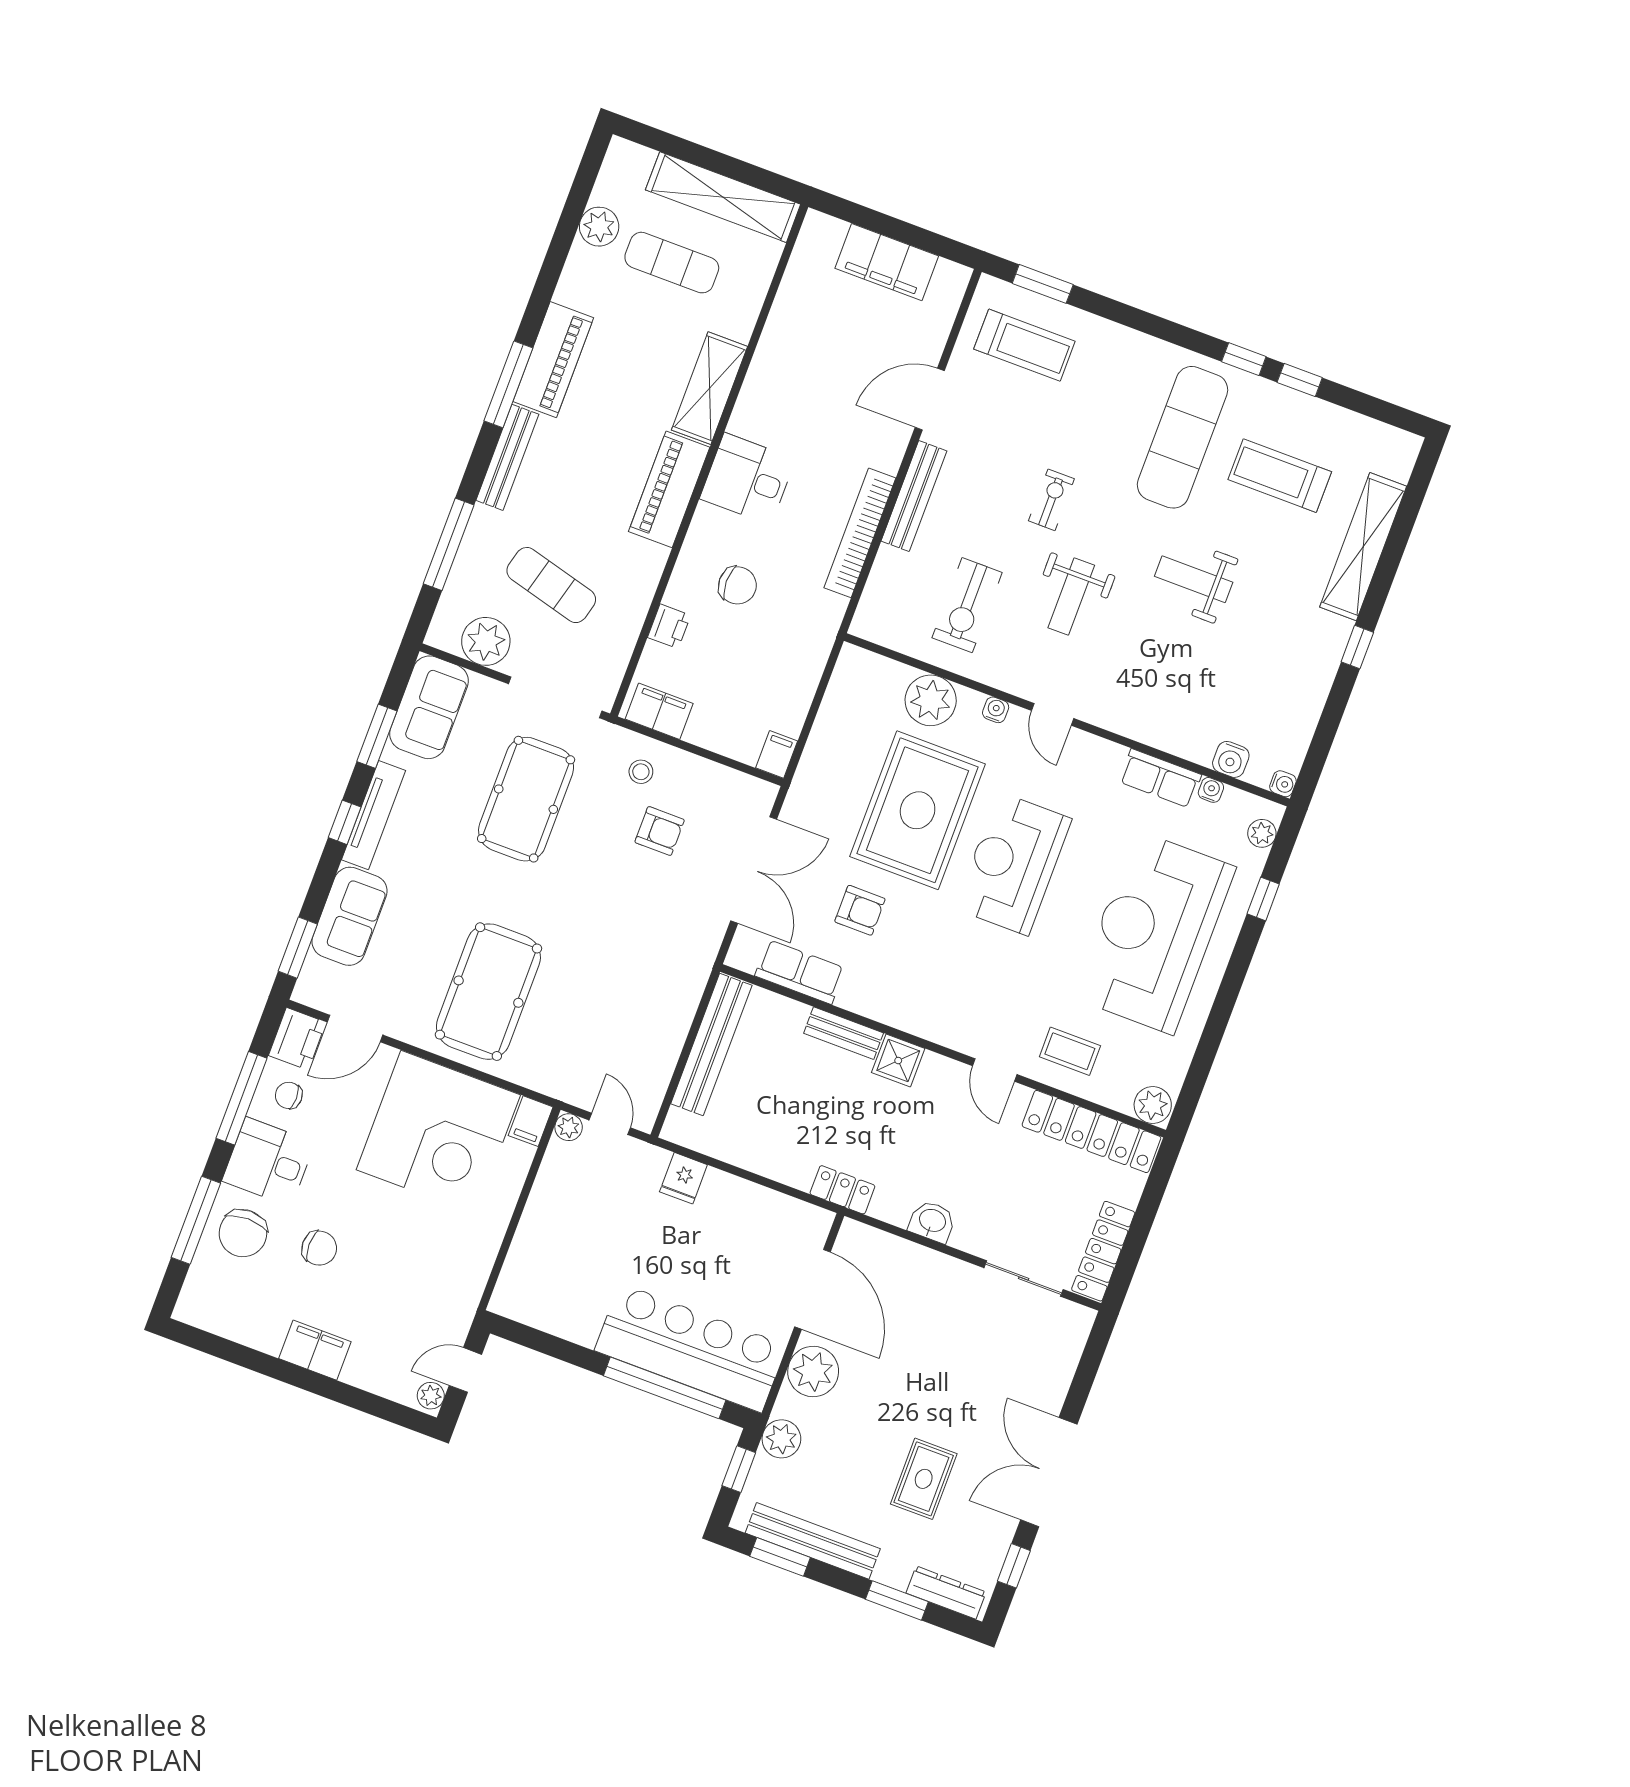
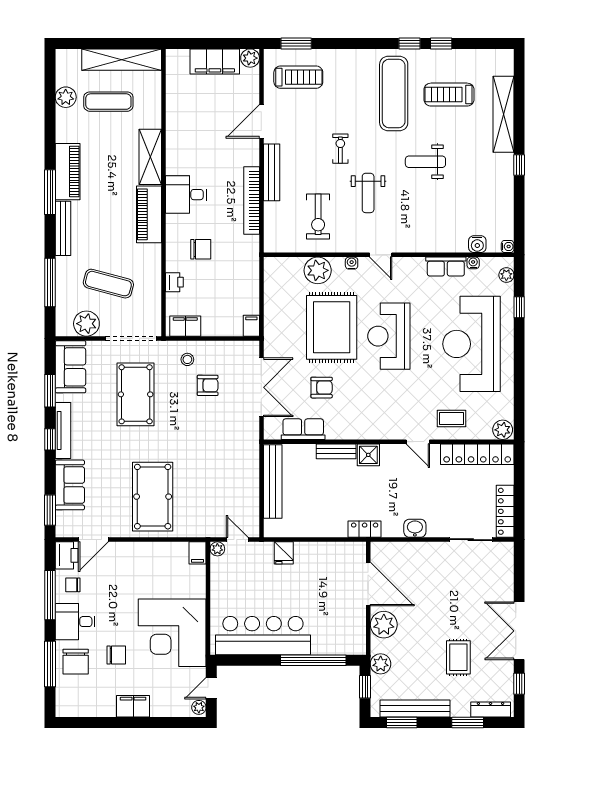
plant: (952, 279) -> (250, 58), added
corner desk: (438, 1132) -> (172, 633), moved, turned 90
bar counter: (691, 1348) -> (263, 636), moved

